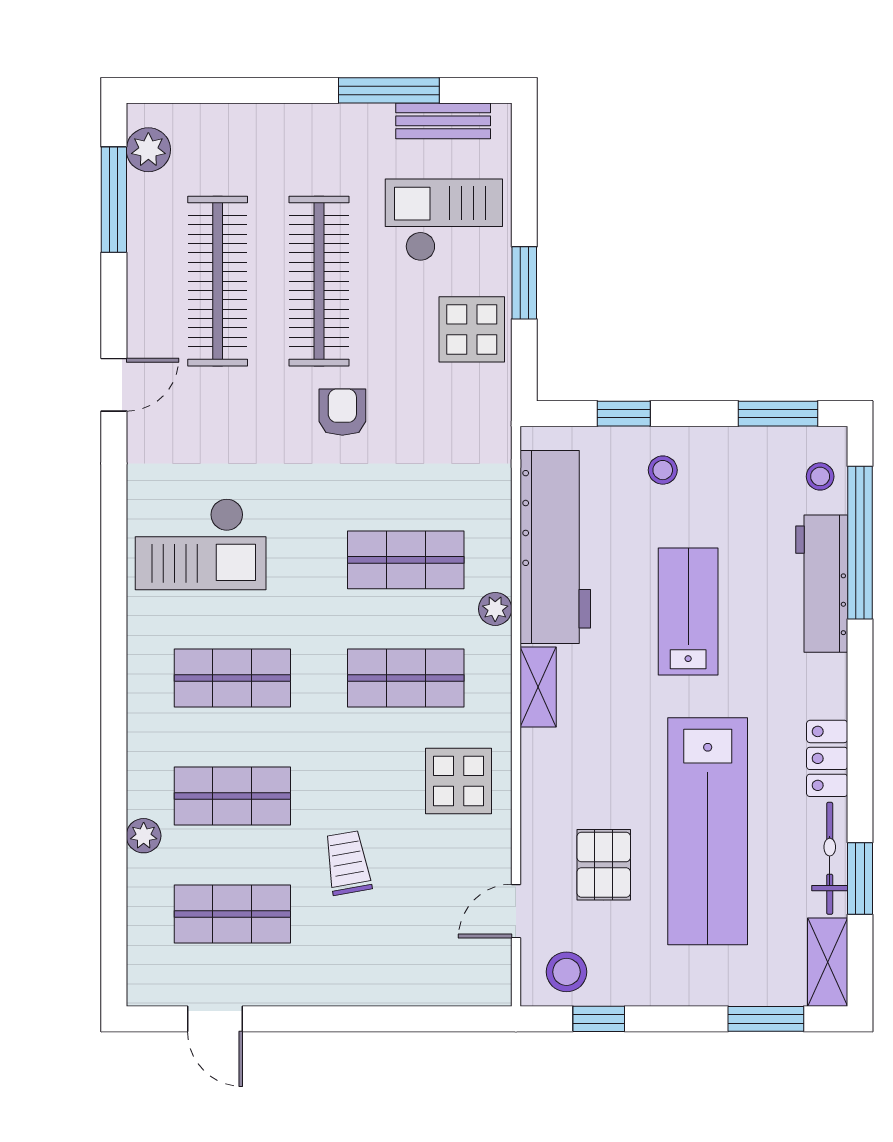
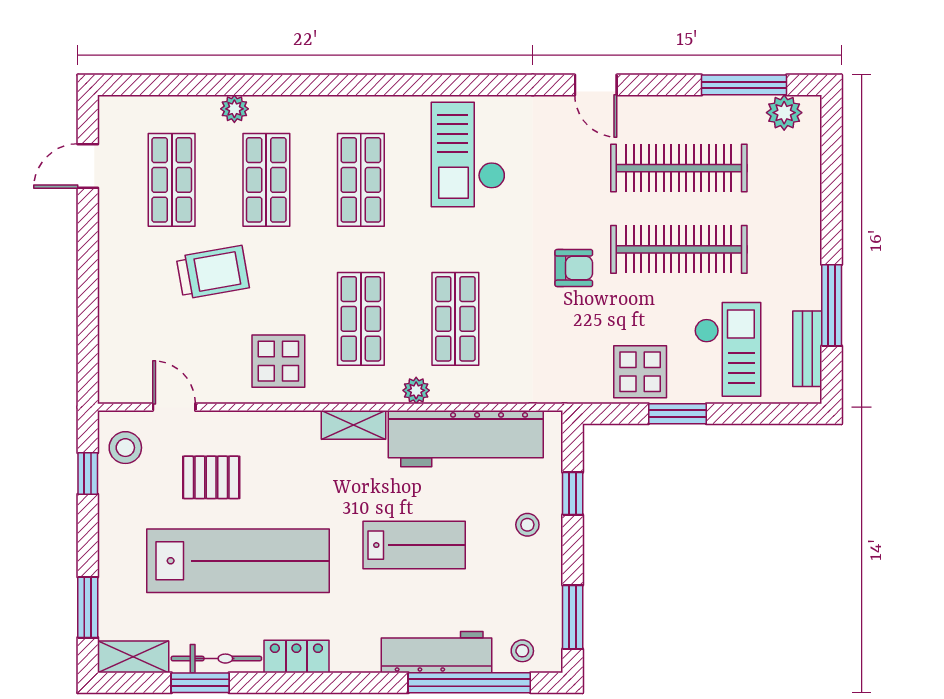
lab bench: (708, 831) -> (238, 561), turned 180
trolley: (348, 863) -> (213, 272), width x1.36, depth x1.39

